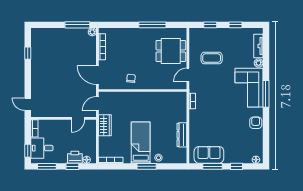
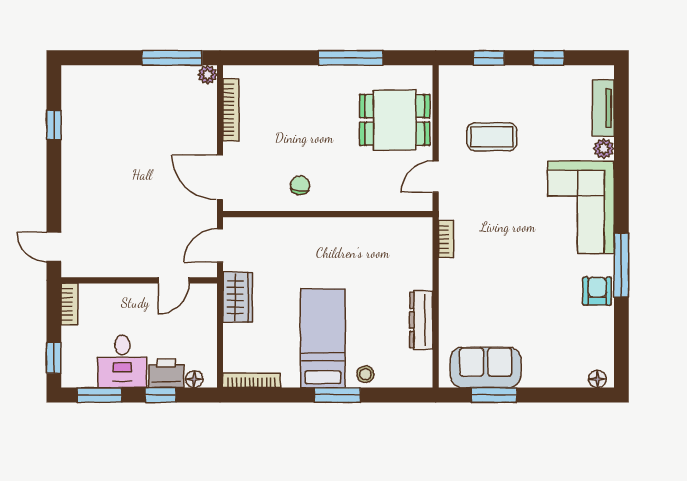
window: (266, 94) -> (621, 265), moved
desk: (42, 148) -> (122, 361), moved, turned -90
window: (237, 166) -> (551, 395), removed

